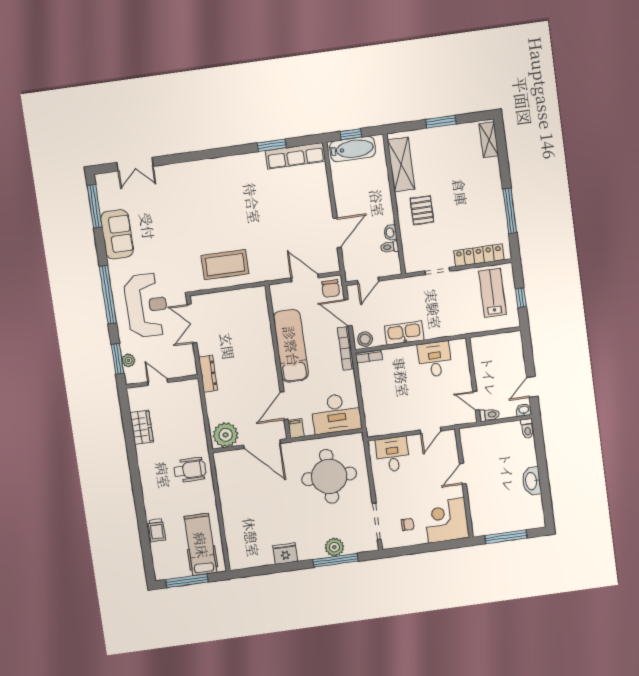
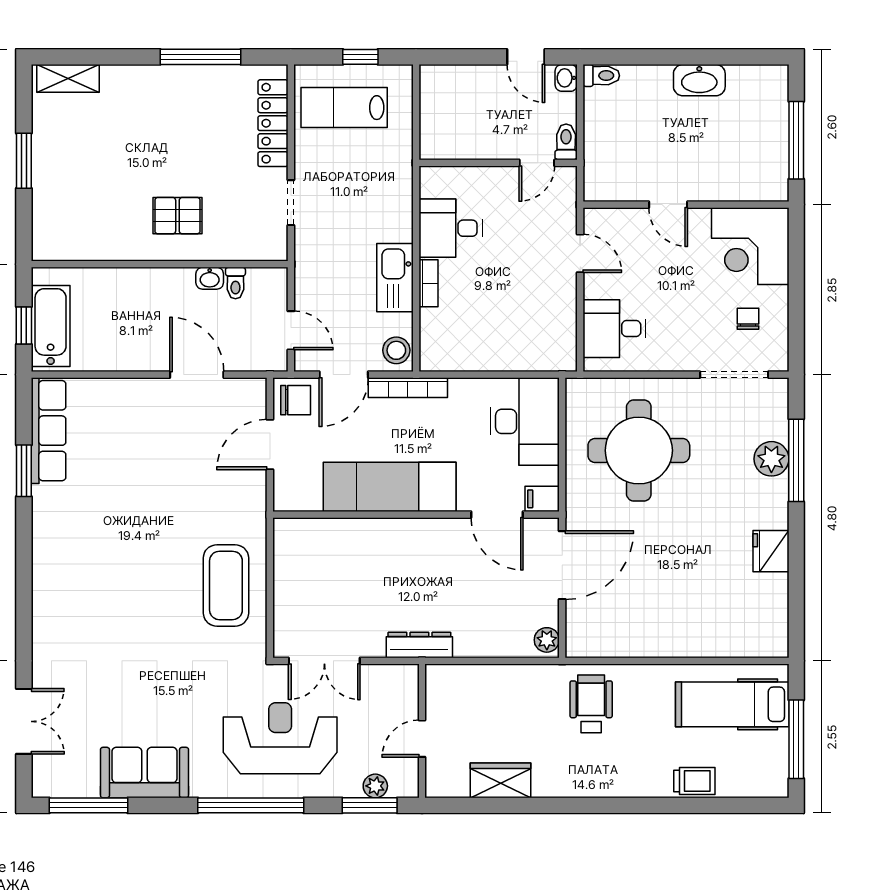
shelving: (401, 164) -> (90, 242), removed
bookcase: (369, 356) -> (428, 283), moved
plant: (226, 435) -> (547, 640), width x0.53, depth x0.53

